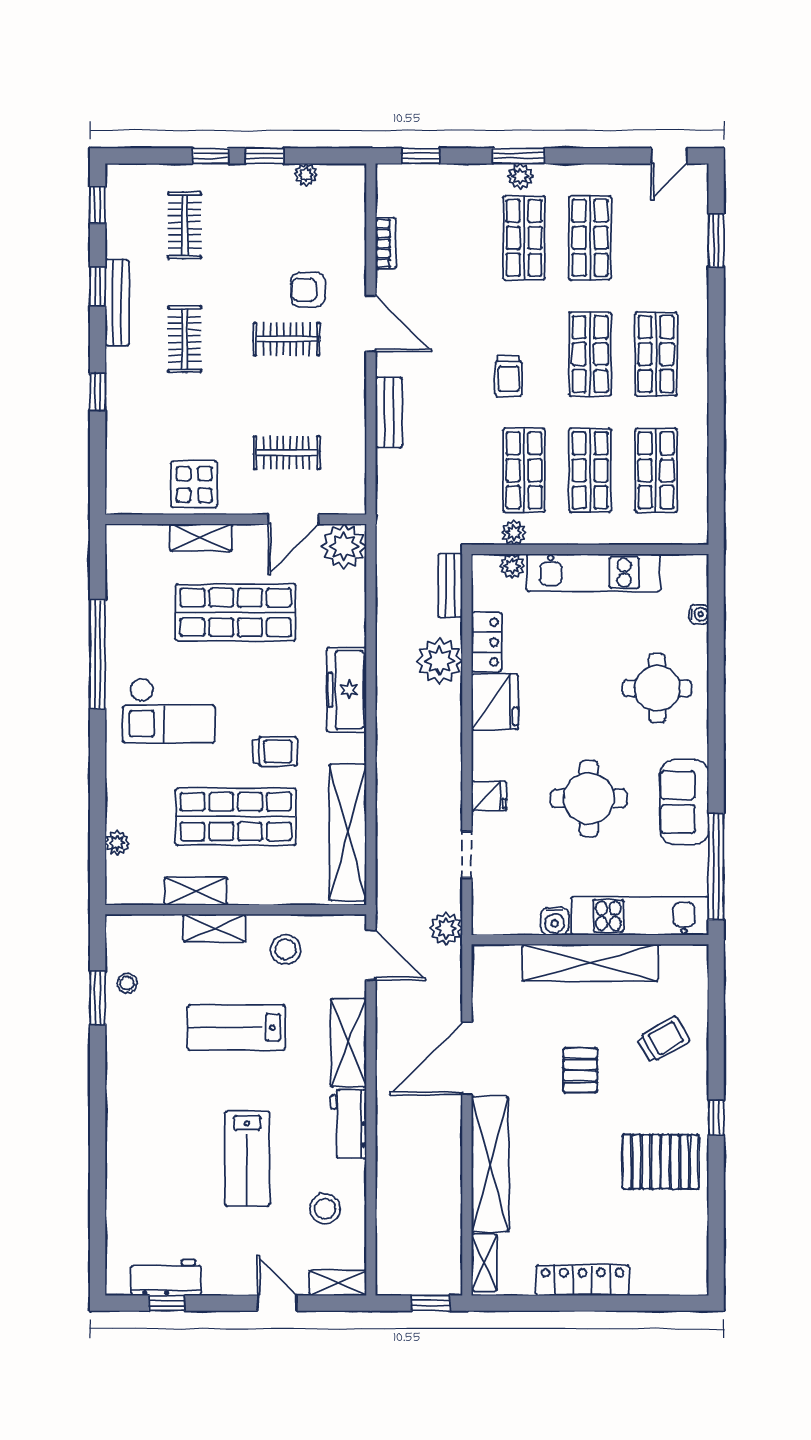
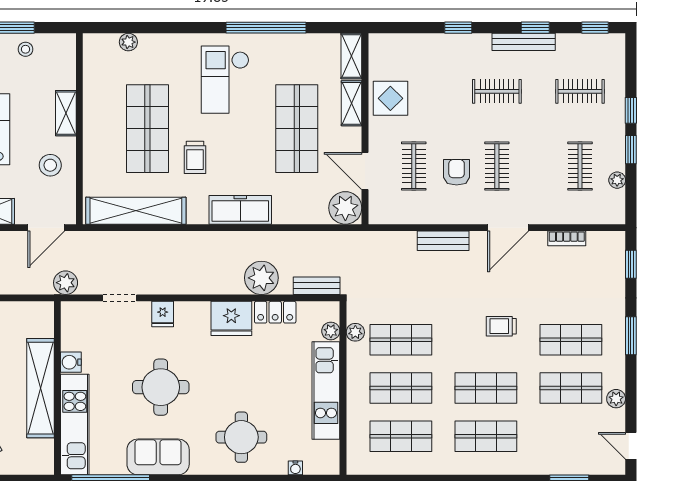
plant: (520, 176) -> (616, 399), moved
clothes rail: (287, 225) -> (580, 166), added
armchair: (308, 290) -> (457, 172), moved
trolley: (509, 376) -> (501, 326), moved
shelving: (196, 891) -> (351, 56), moved

